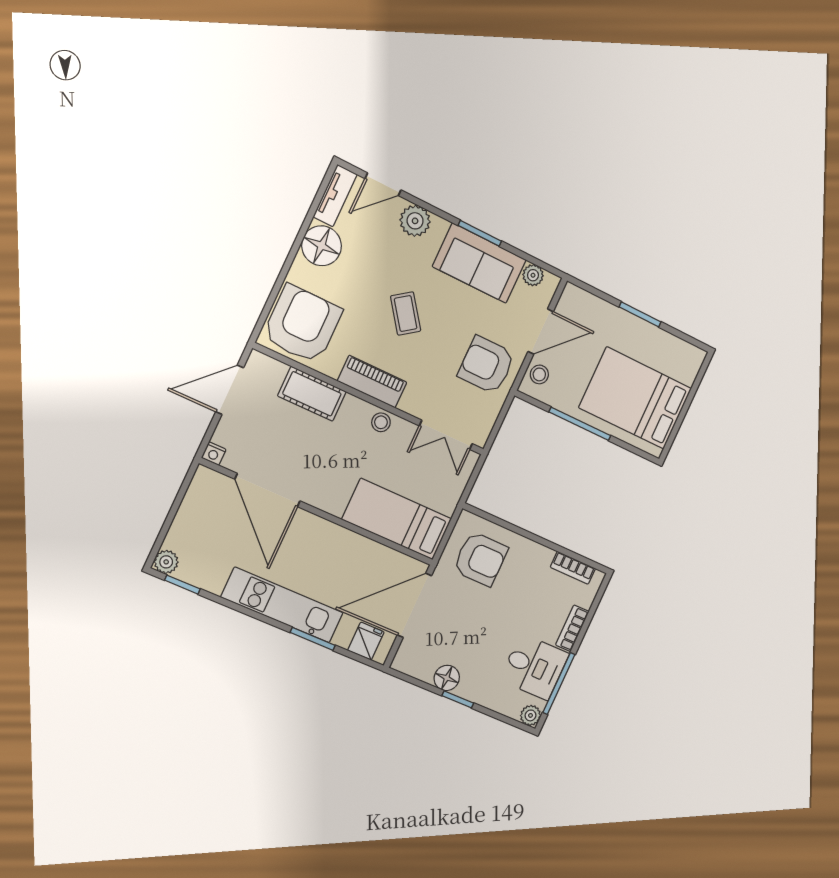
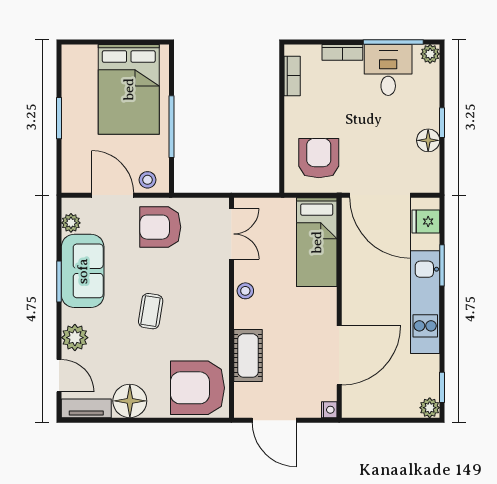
coffee table: (406, 314) -> (151, 311), turned -45
armchair: (486, 365) -> (160, 227), turned 90
piano: (372, 382) -> (217, 313), removed

